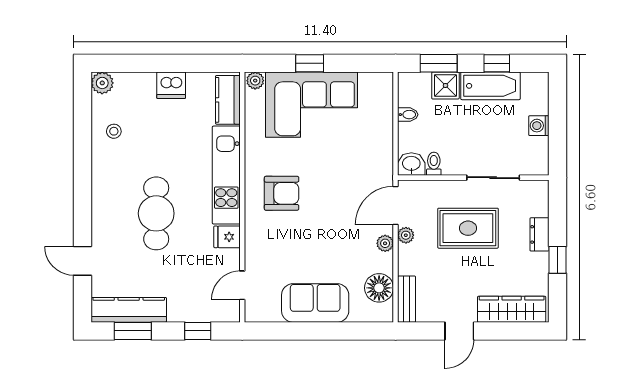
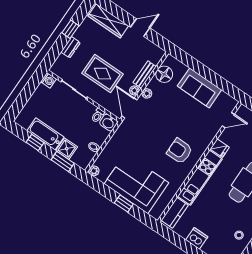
plant: (255, 81) -> (94, 171), moved
washing machine: (539, 126) -> (48, 80), moved
door: (396, 205) -> (129, 108), swing flipped
bench: (407, 299) -> (145, 75), moved

